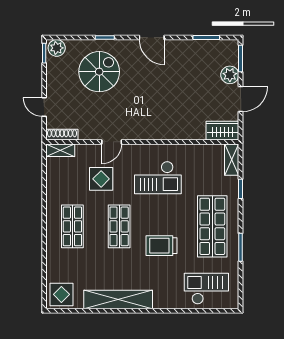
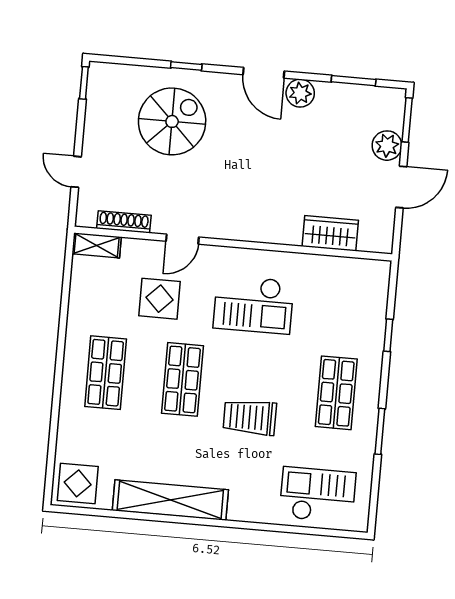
plant: (57, 48) -> (300, 93), moved
wardrobe: (222, 131) -> (330, 233), moved
shoe rack: (62, 135) -> (124, 222), moved
shelving: (232, 160) -> (378, 286), removed
shop shelf: (212, 226) -> (336, 393), width x0.70, depth x0.74

